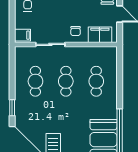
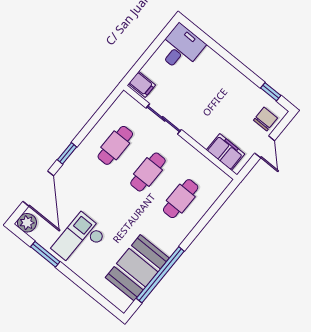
chair: (76, 31) -> (202, 127), removed

